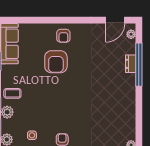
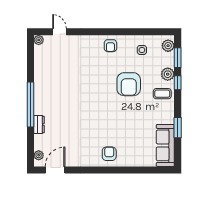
armchair: (56, 62) -> (129, 84), moved, turned 180
window: (139, 65) -> (30, 104), moved

